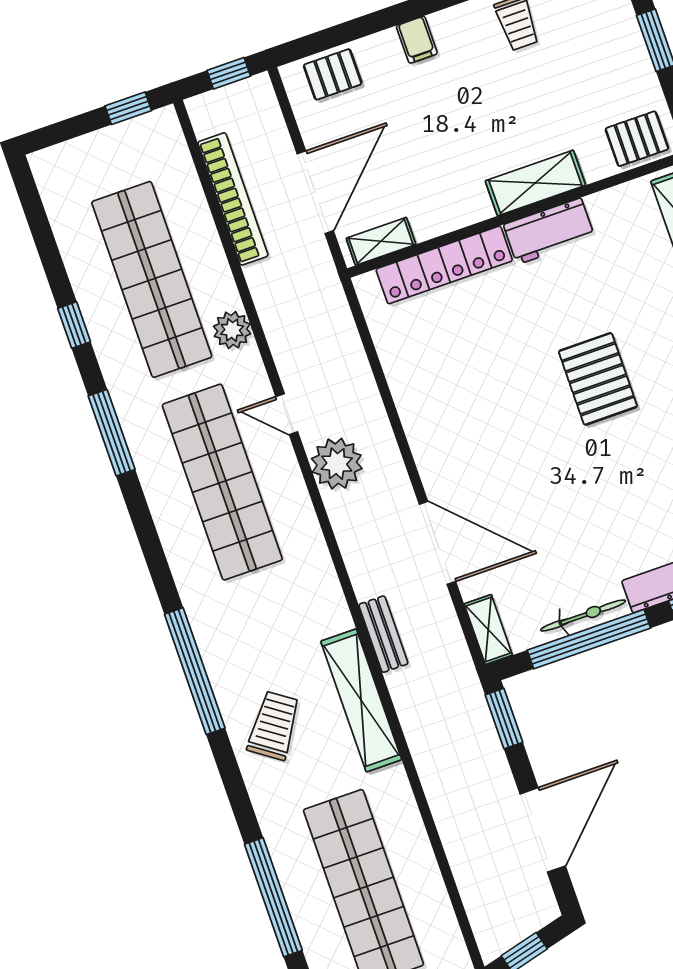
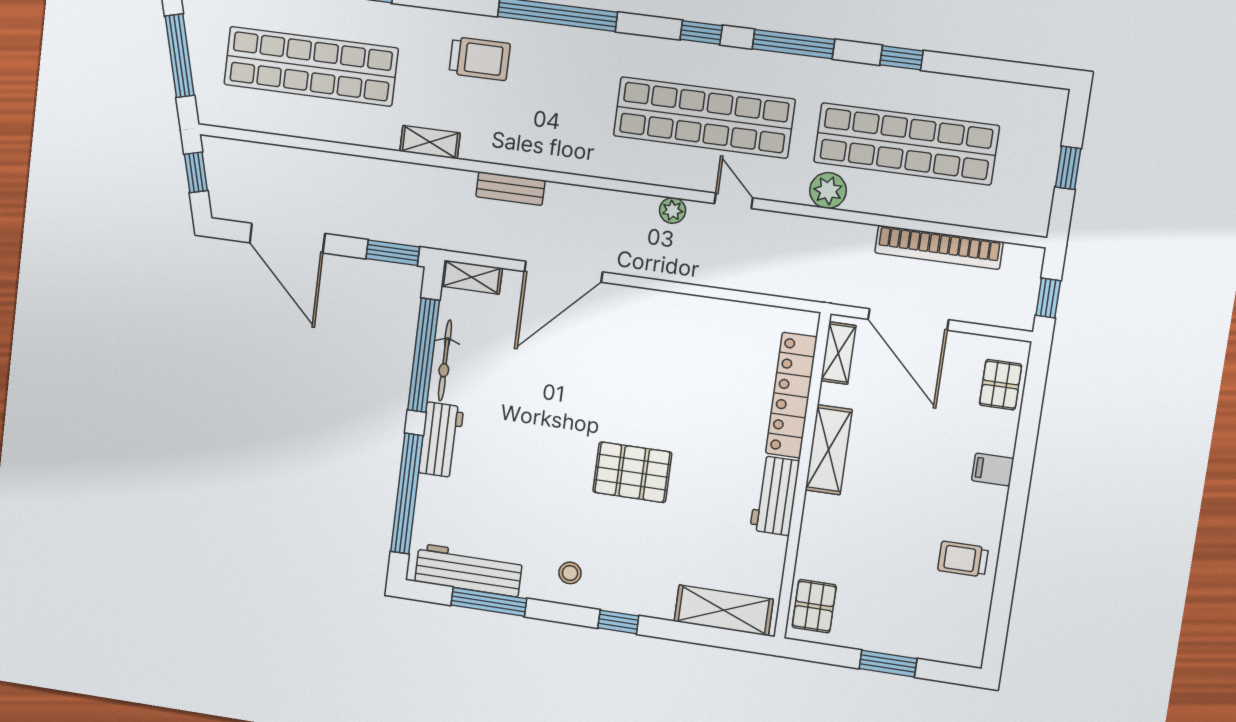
window: (128, 108) -> (1068, 168), moved
shelving: (535, 183) -> (829, 450), moved
door: (287, 414) -> (734, 201), hinge flipped
plant: (337, 464) -> (673, 210), width x0.53, depth x0.53
window: (144, 525) -> (701, 33), added
shelving: (361, 700) -> (430, 142), width x0.45, depth x0.75
trolley: (274, 726) -> (480, 59), turned -35

